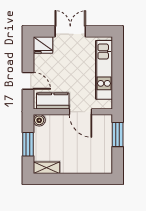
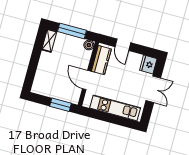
door: (28, 81) -> (123, 45), hinge flipped
door: (81, 112) -> (87, 80), hinge flipped
window: (28, 144) -> (72, 31), width x1.44

